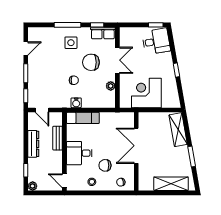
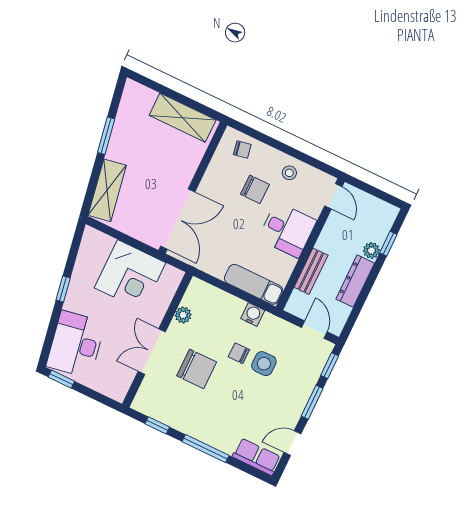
row of seats: (103, 33) -> (257, 457), moved
desk: (156, 41) -> (76, 344), width x1.37
side table: (71, 43) -> (264, 364), moved
double door: (136, 146) -> (178, 219), moved
shelving: (171, 184) -> (183, 118), moved
plant: (33, 186) -> (371, 251), moved

